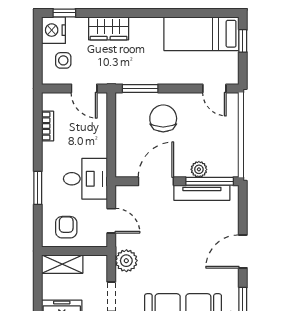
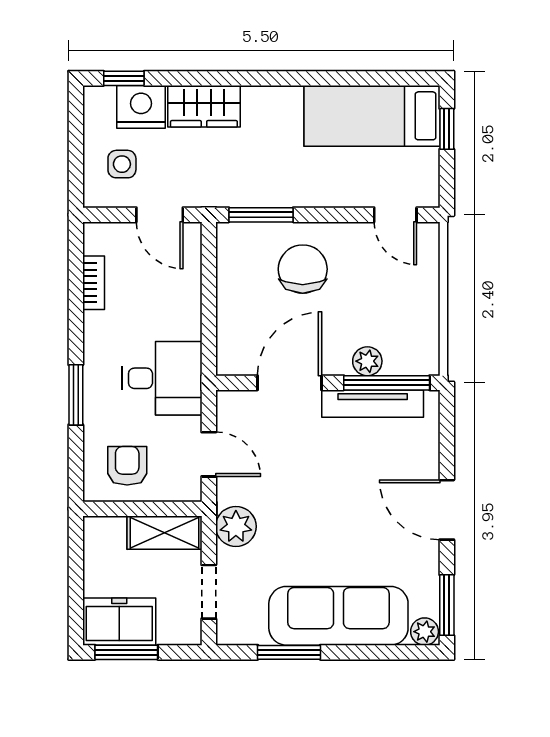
nightstand: (54, 30) -> (141, 107), moved, turned 90
door: (243, 251) -> (447, 510), hinge flipped
shelving: (62, 264) -> (164, 533), moved

